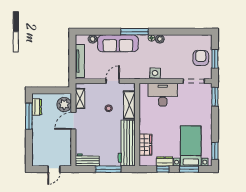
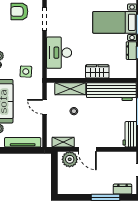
side table: (155, 73) -> (26, 72), moved
dresser: (37, 107) -> (123, 189), moved
window: (29, 116) -> (106, 197), moved
wardrobe: (145, 145) -> (97, 71), moved

